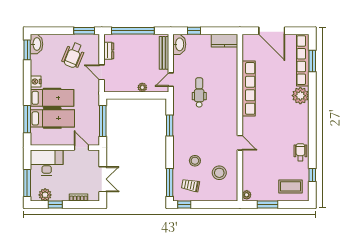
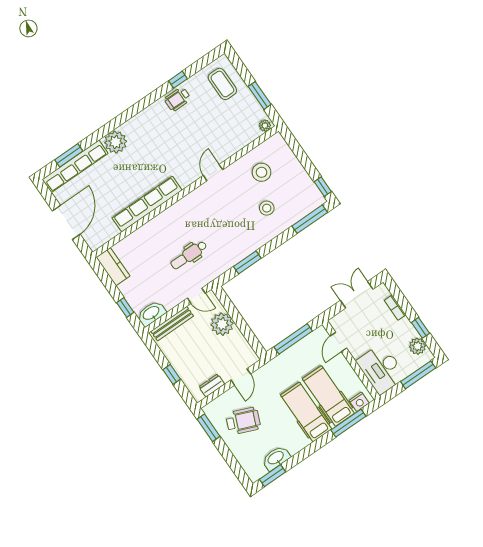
window: (133, 31) -> (172, 374), width x0.32
washbasin: (36, 44) -> (276, 458), moved
nightstand: (36, 81) -> (359, 402), moved
plant: (142, 87) -> (222, 324), width x1.88, depth x1.88
window: (312, 175) -> (178, 80), moved
trolley: (191, 185) -> (297, 194), removed

